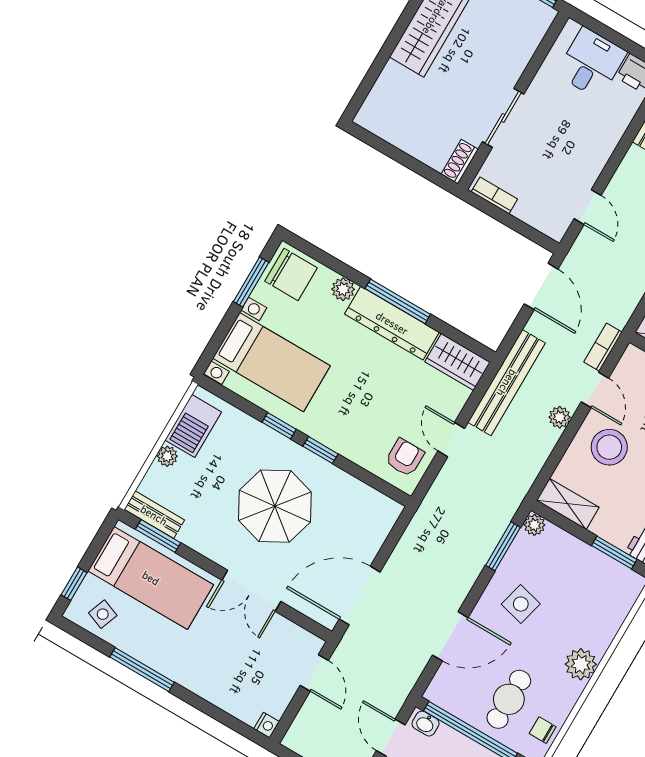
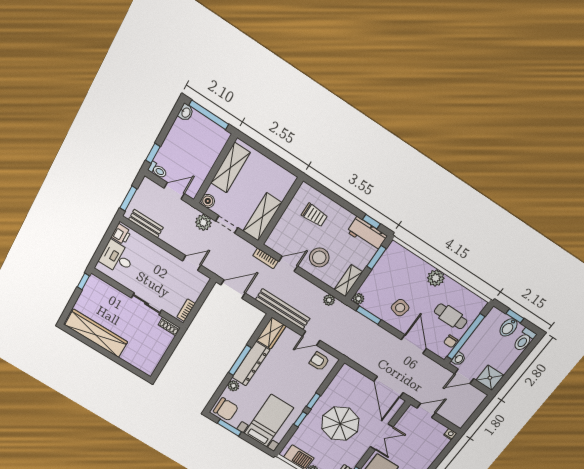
chair: (291, 274) -> (226, 409), turned 90
plant: (560, 417) -> (329, 300), moved
chair: (543, 730) -> (451, 341), moved

